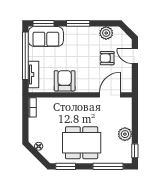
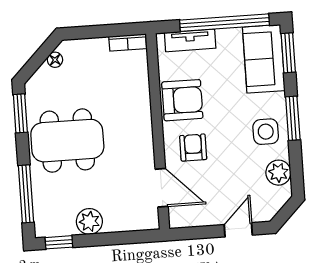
side table: (84, 38) -> (266, 132), added
armchair: (107, 58) -> (193, 148), moved
dining table: (82, 143) -> (67, 141), turned 90

